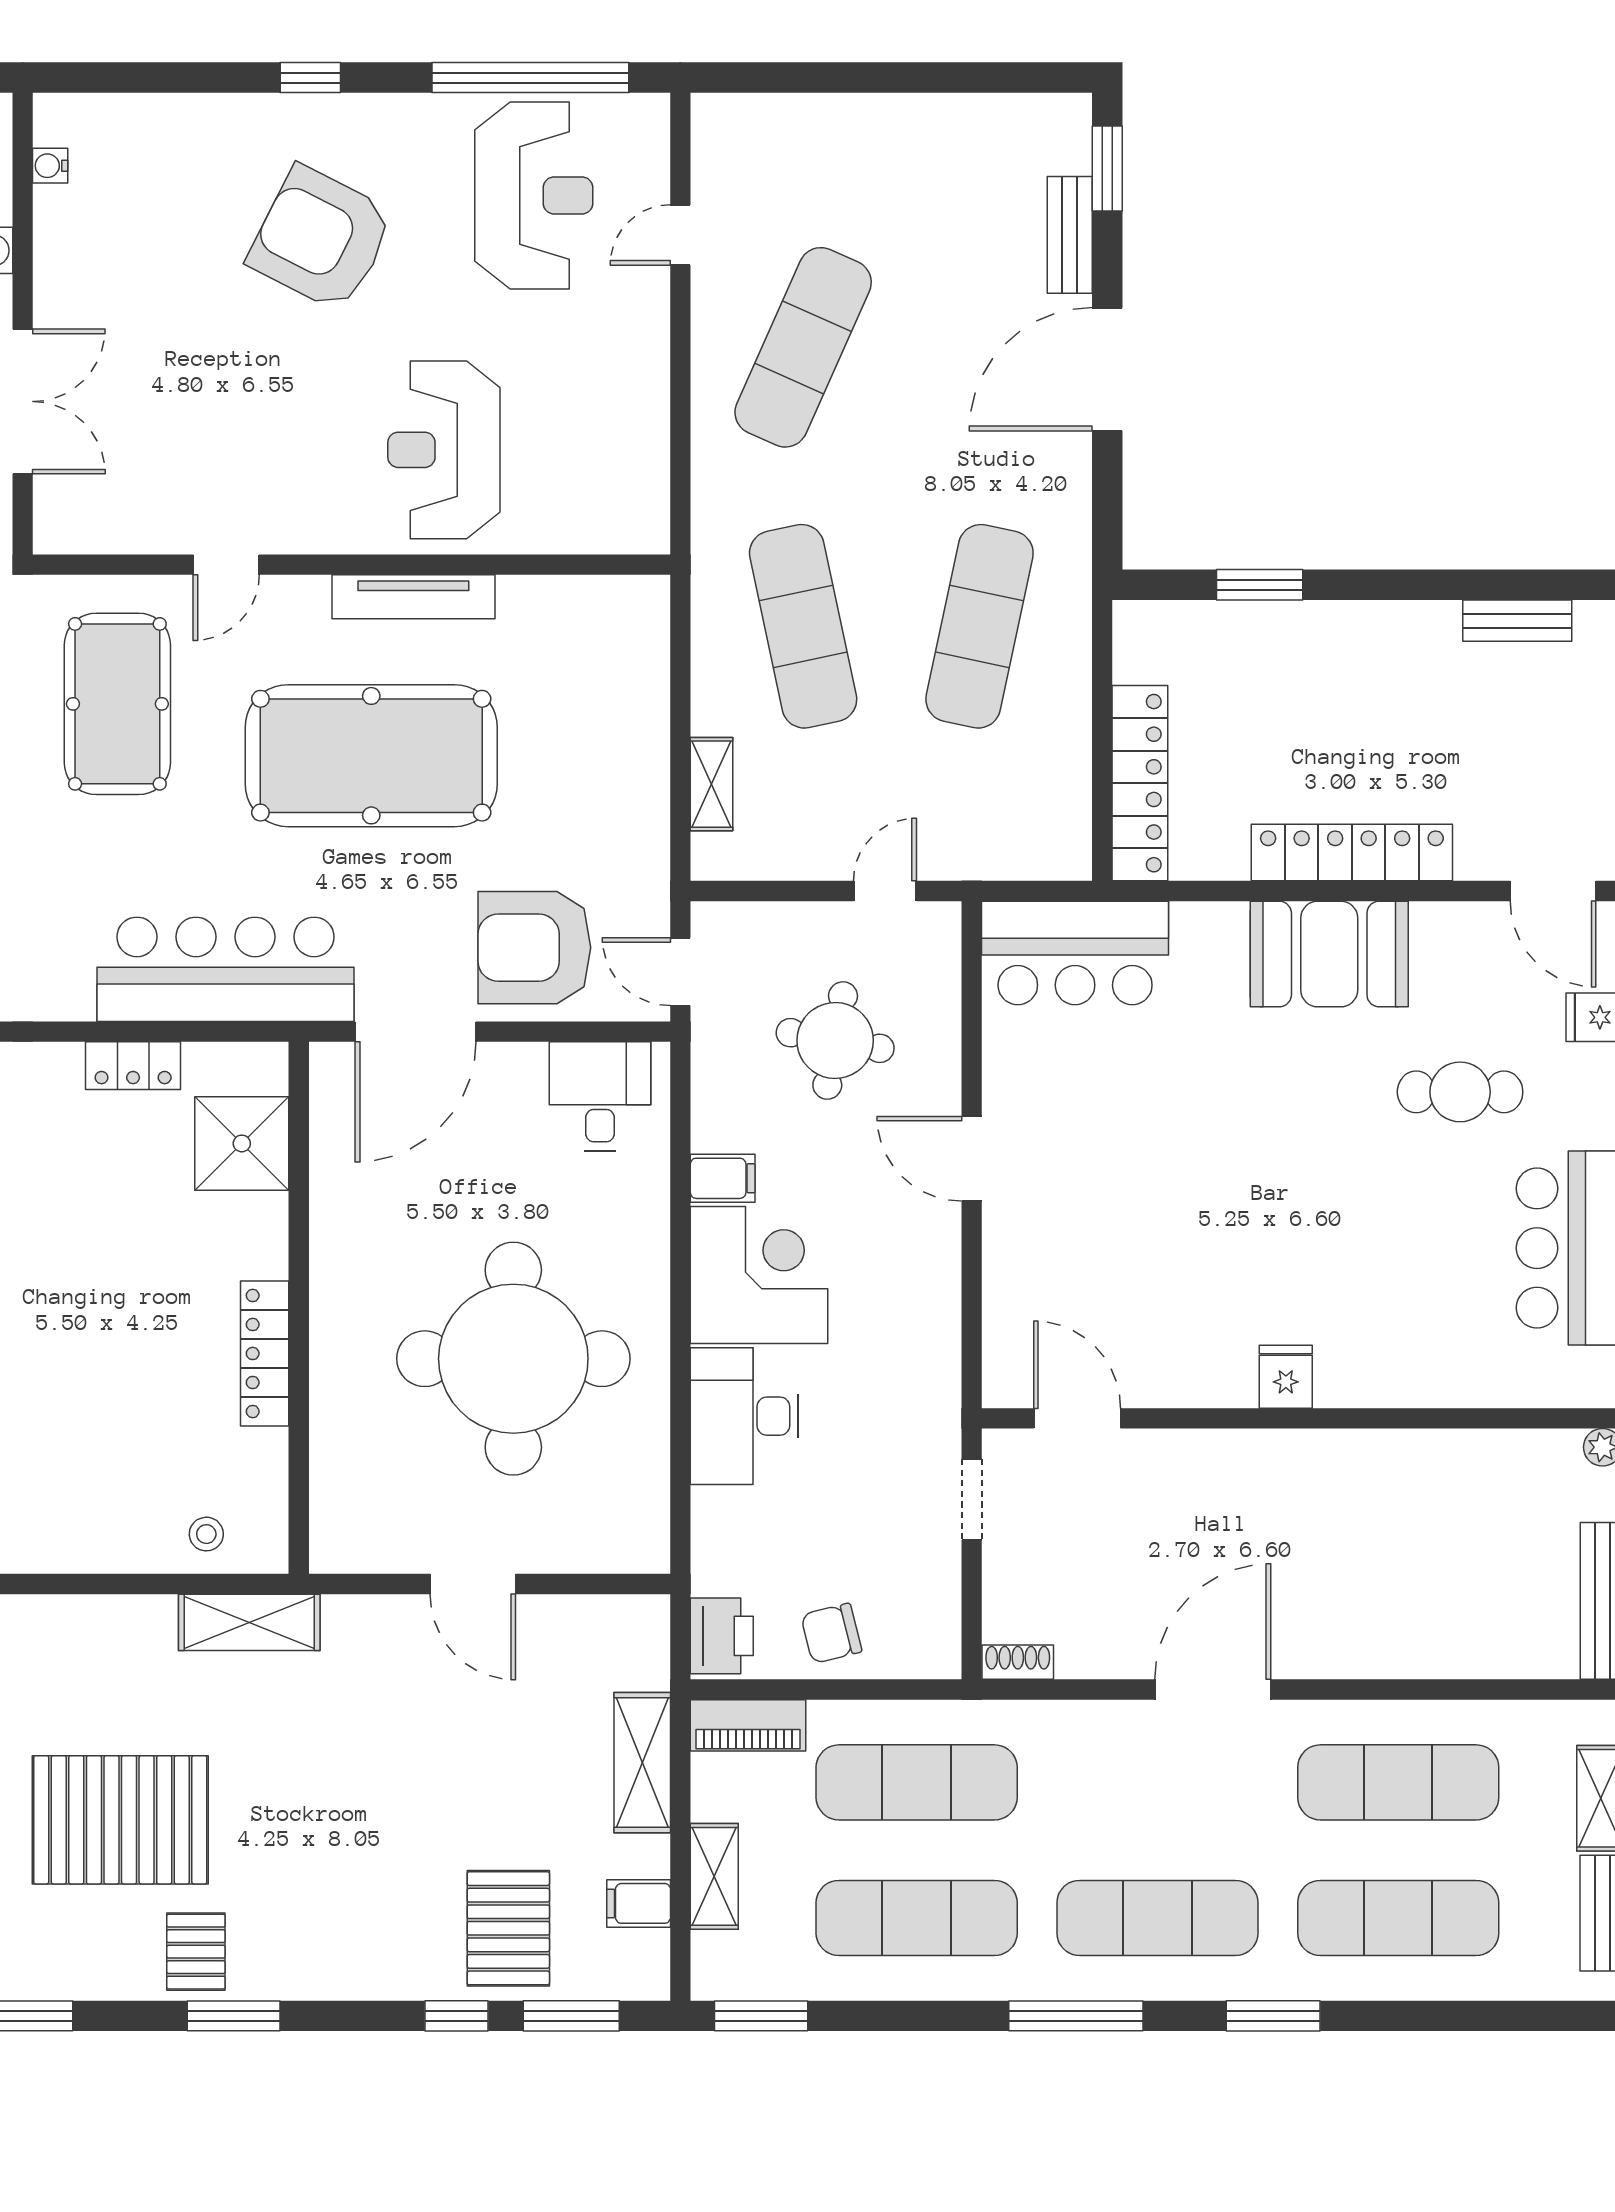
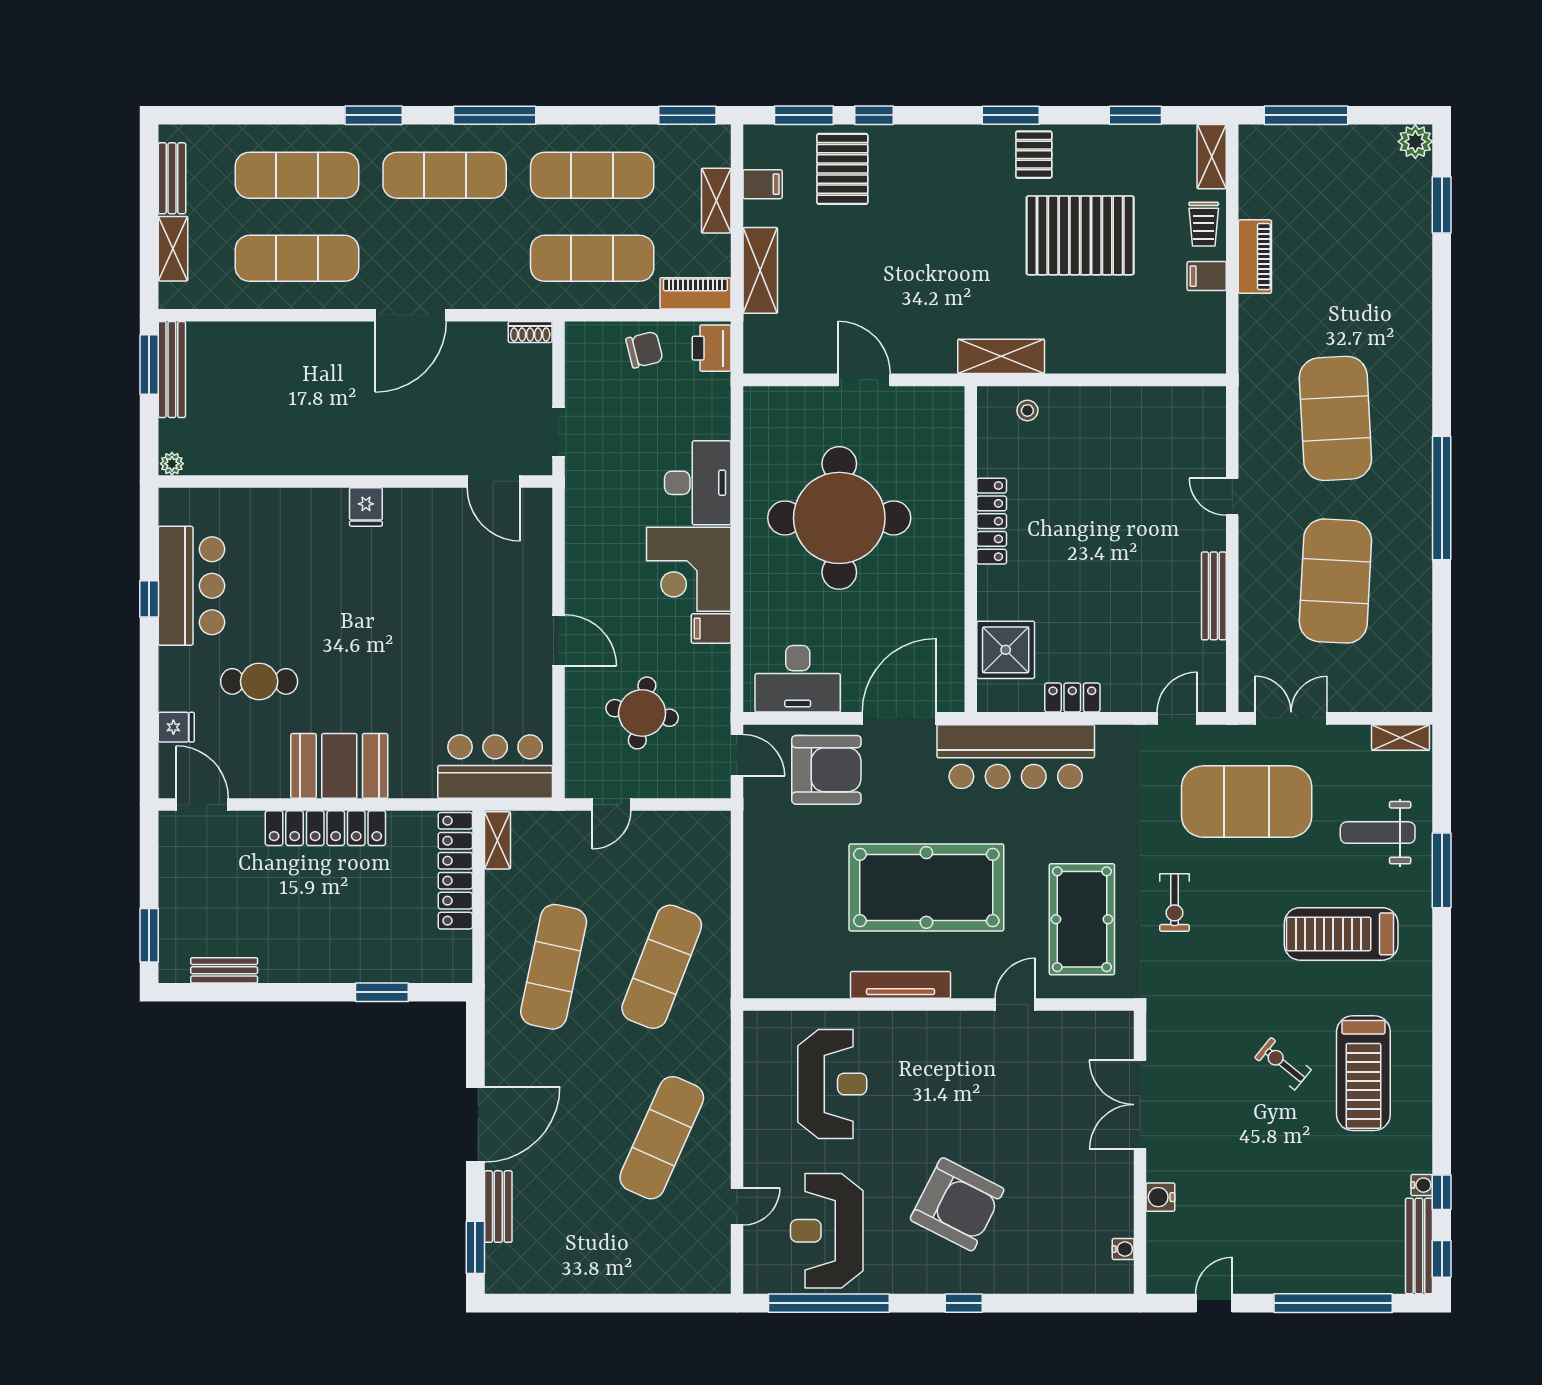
reception desk: (444, 450) -> (832, 1084), moved
exercise mat: (803, 626) -> (662, 967), turned 33
shelving: (712, 784) -> (498, 840), moved
desk: (600, 1096) -> (798, 679), width x1.37

